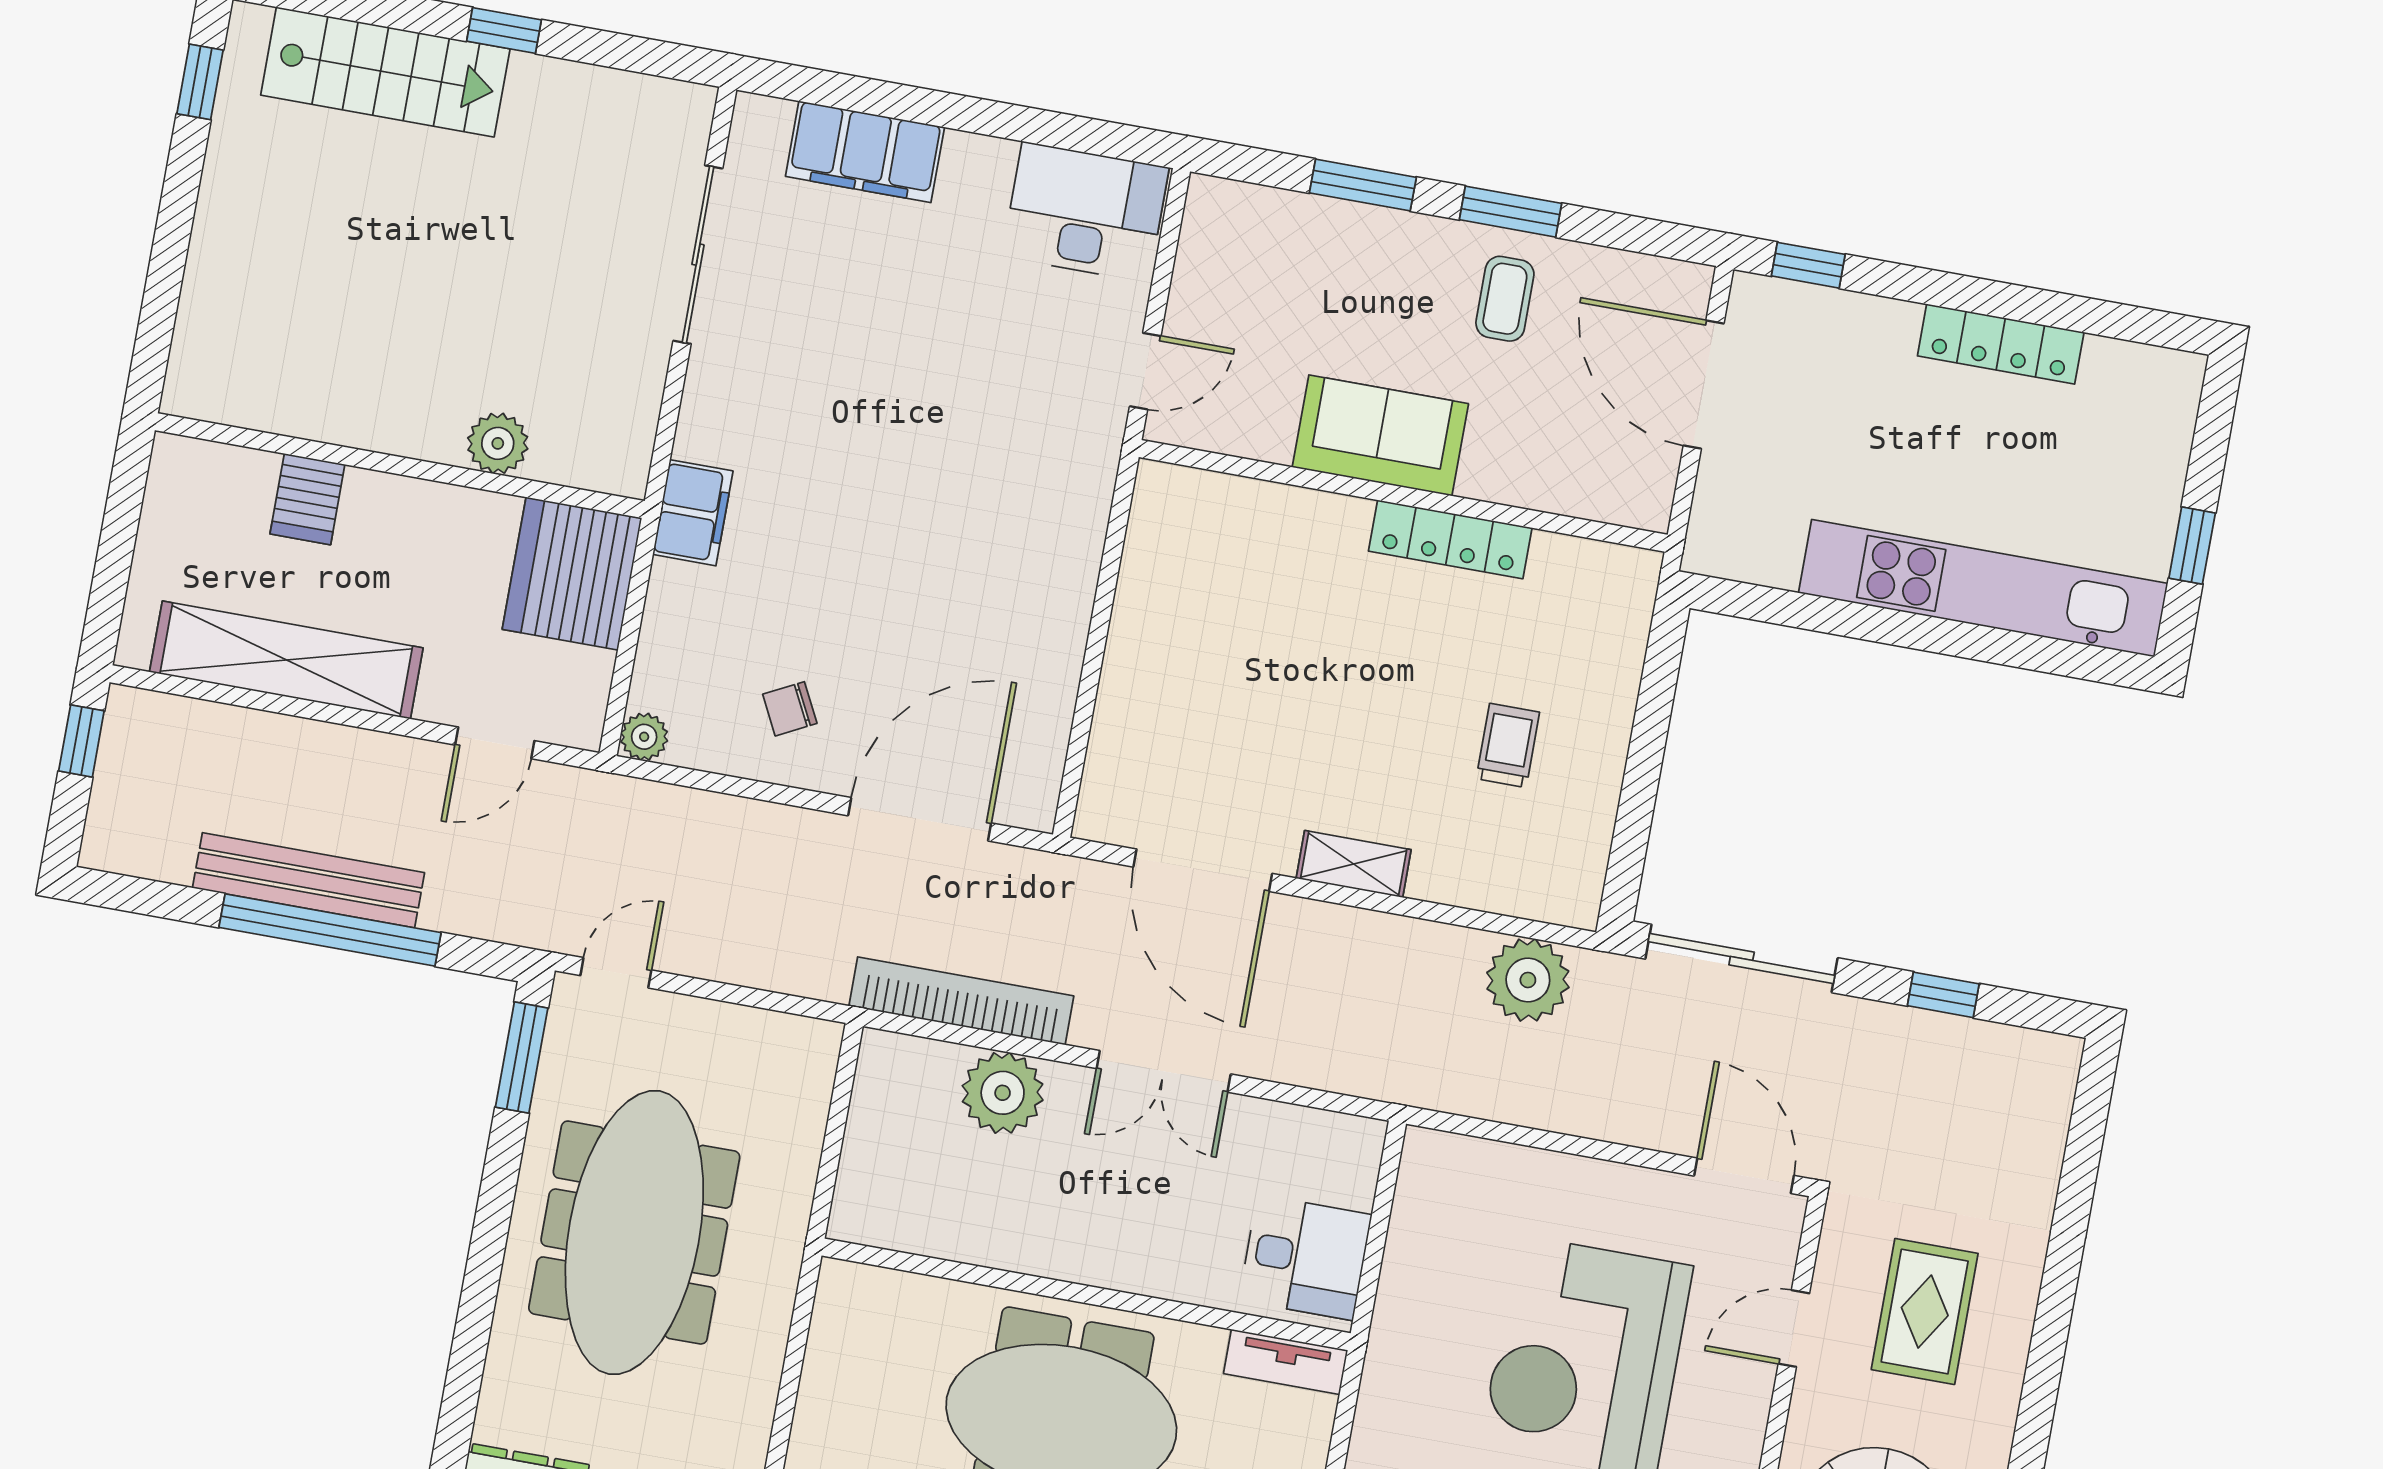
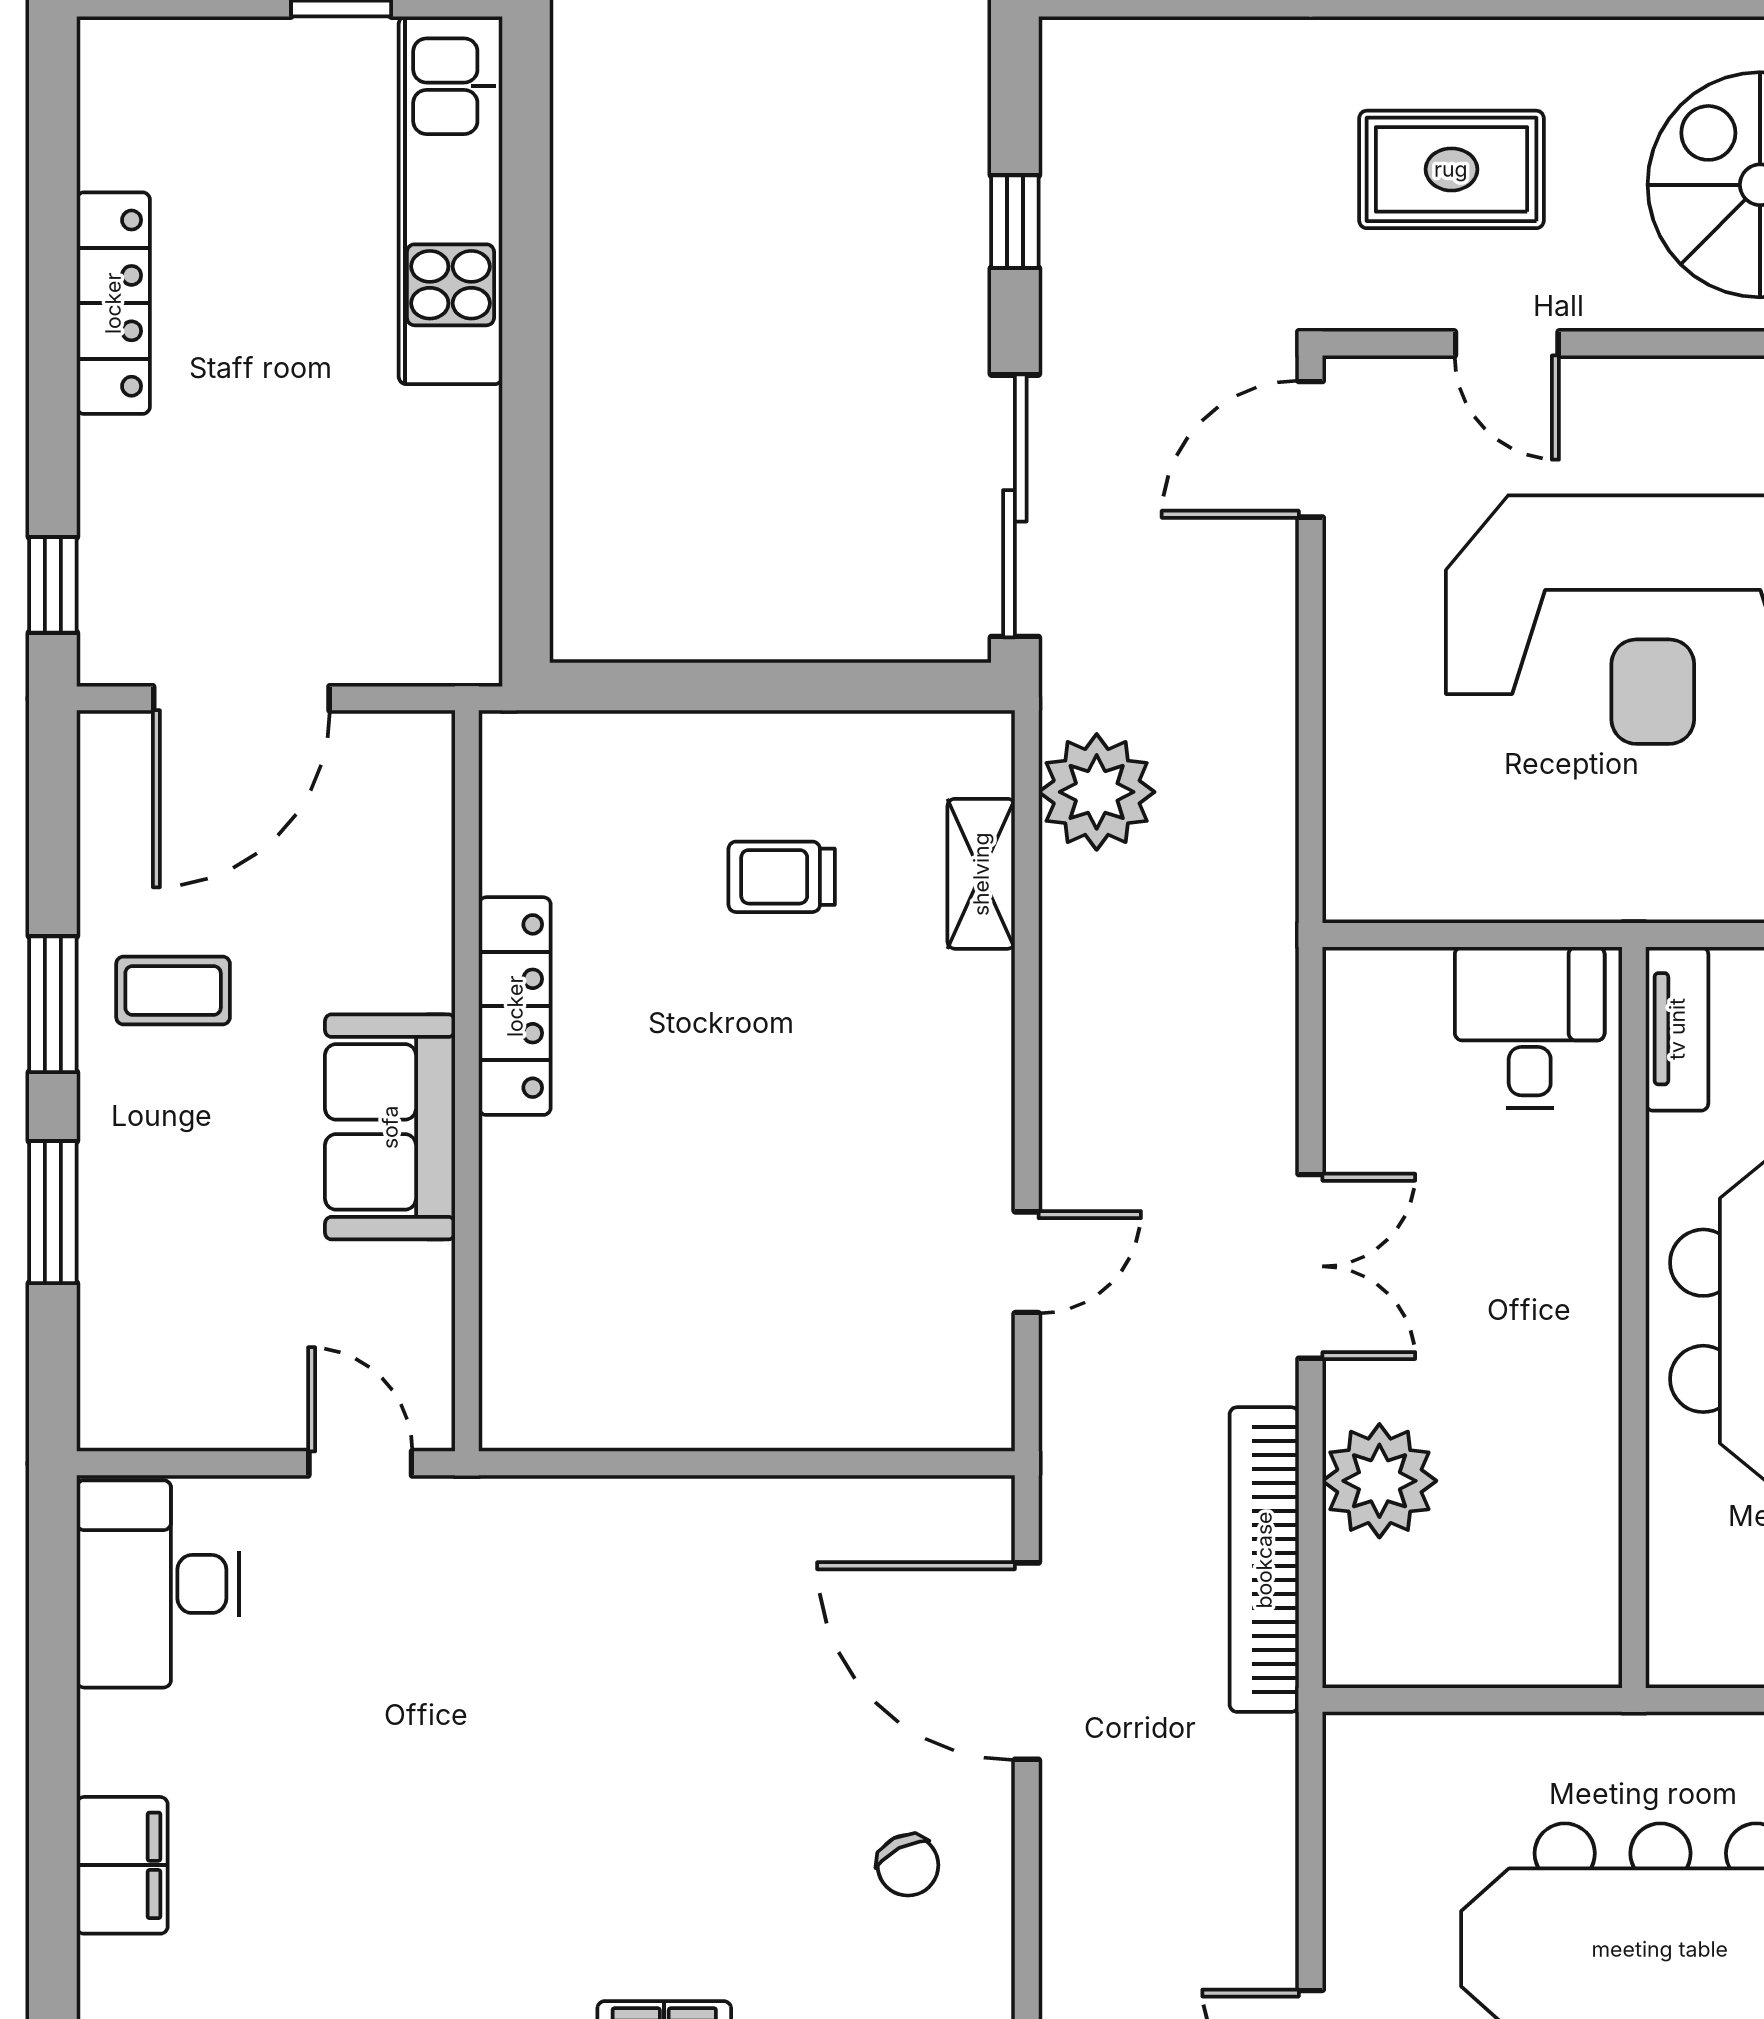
filing cabinet: (865, 152) -> (122, 1865), width x0.67, depth x0.86
kitchen unit: (1983, 588) -> (451, 200), width x0.73
shelving: (1354, 864) -> (981, 874), moved
door: (1203, 870) -> (1027, 1262), width x0.53

